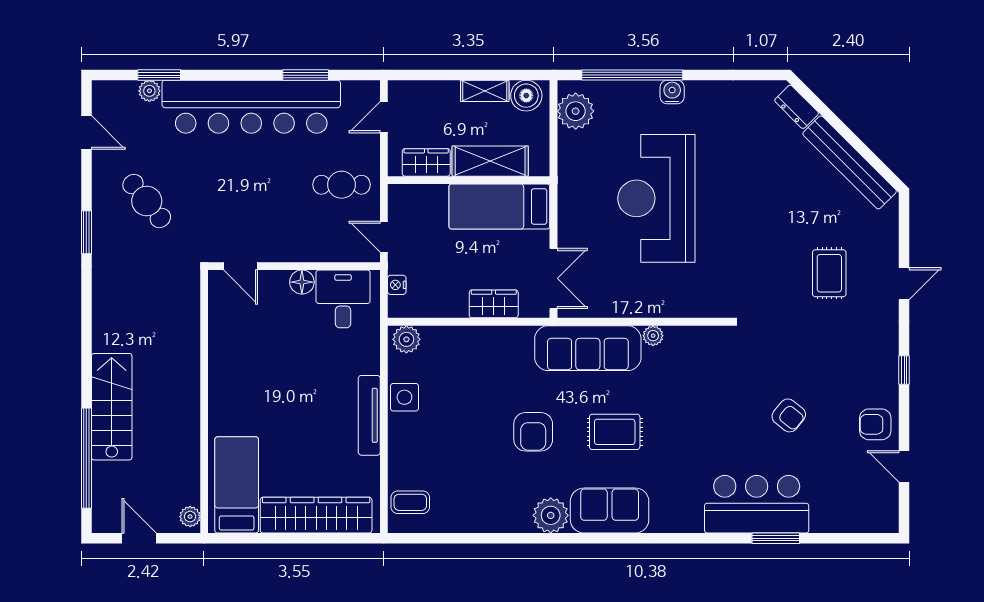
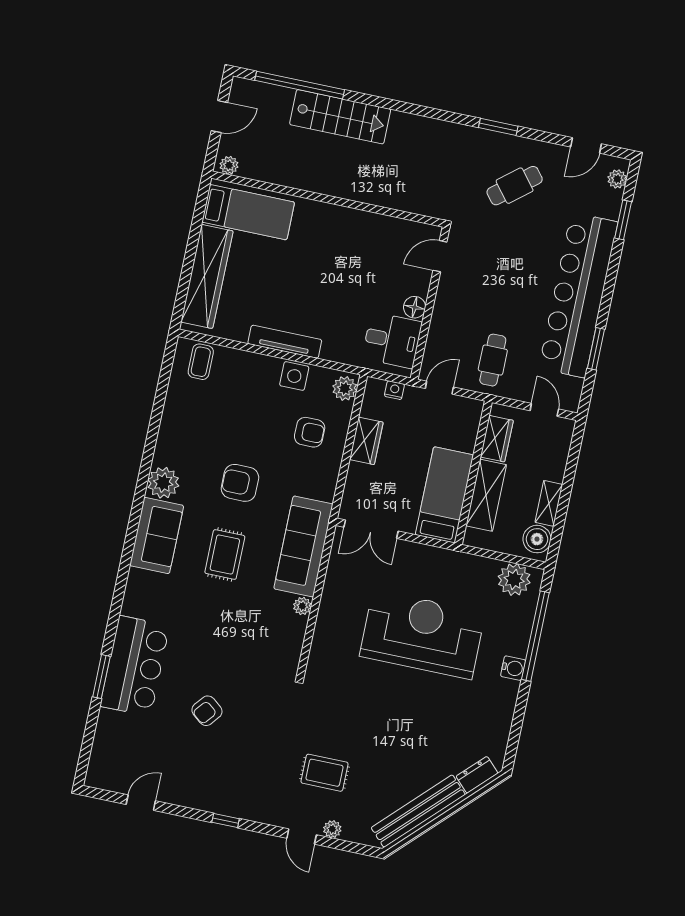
plant: (149, 91) -> (617, 179), moved
plant: (889, 252) -> (332, 829), added
wardrobe: (494, 304) -> (366, 441), moved
armchair: (875, 424) -> (310, 432), moved, turned 90

